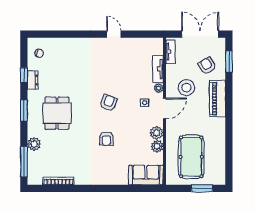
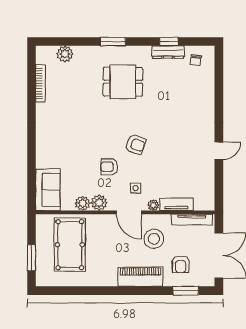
tv unit: (170, 52) -> (192, 220), width x1.41
armchair: (207, 66) -> (181, 264), turned 121
dresser: (33, 80) -> (168, 52), width x1.44
window: (24, 110) -> (113, 42), moved
armchair: (106, 139) -> (109, 167), moved
plant: (34, 144) -> (65, 54), moved
pool table: (191, 157) -> (70, 245), turned 90
window: (24, 162) -> (64, 42), removed

